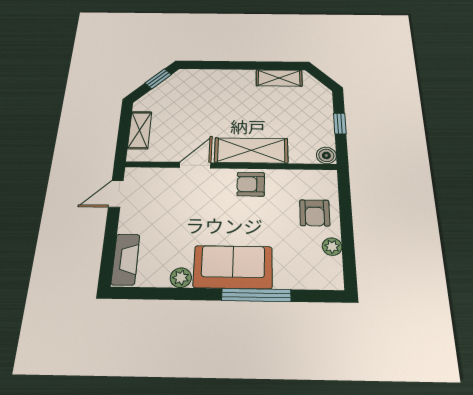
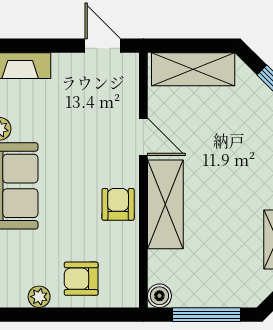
window: (340, 124) -> (207, 315), width x2.17
shelving: (140, 130) -> (193, 69), width x1.50, depth x1.33

